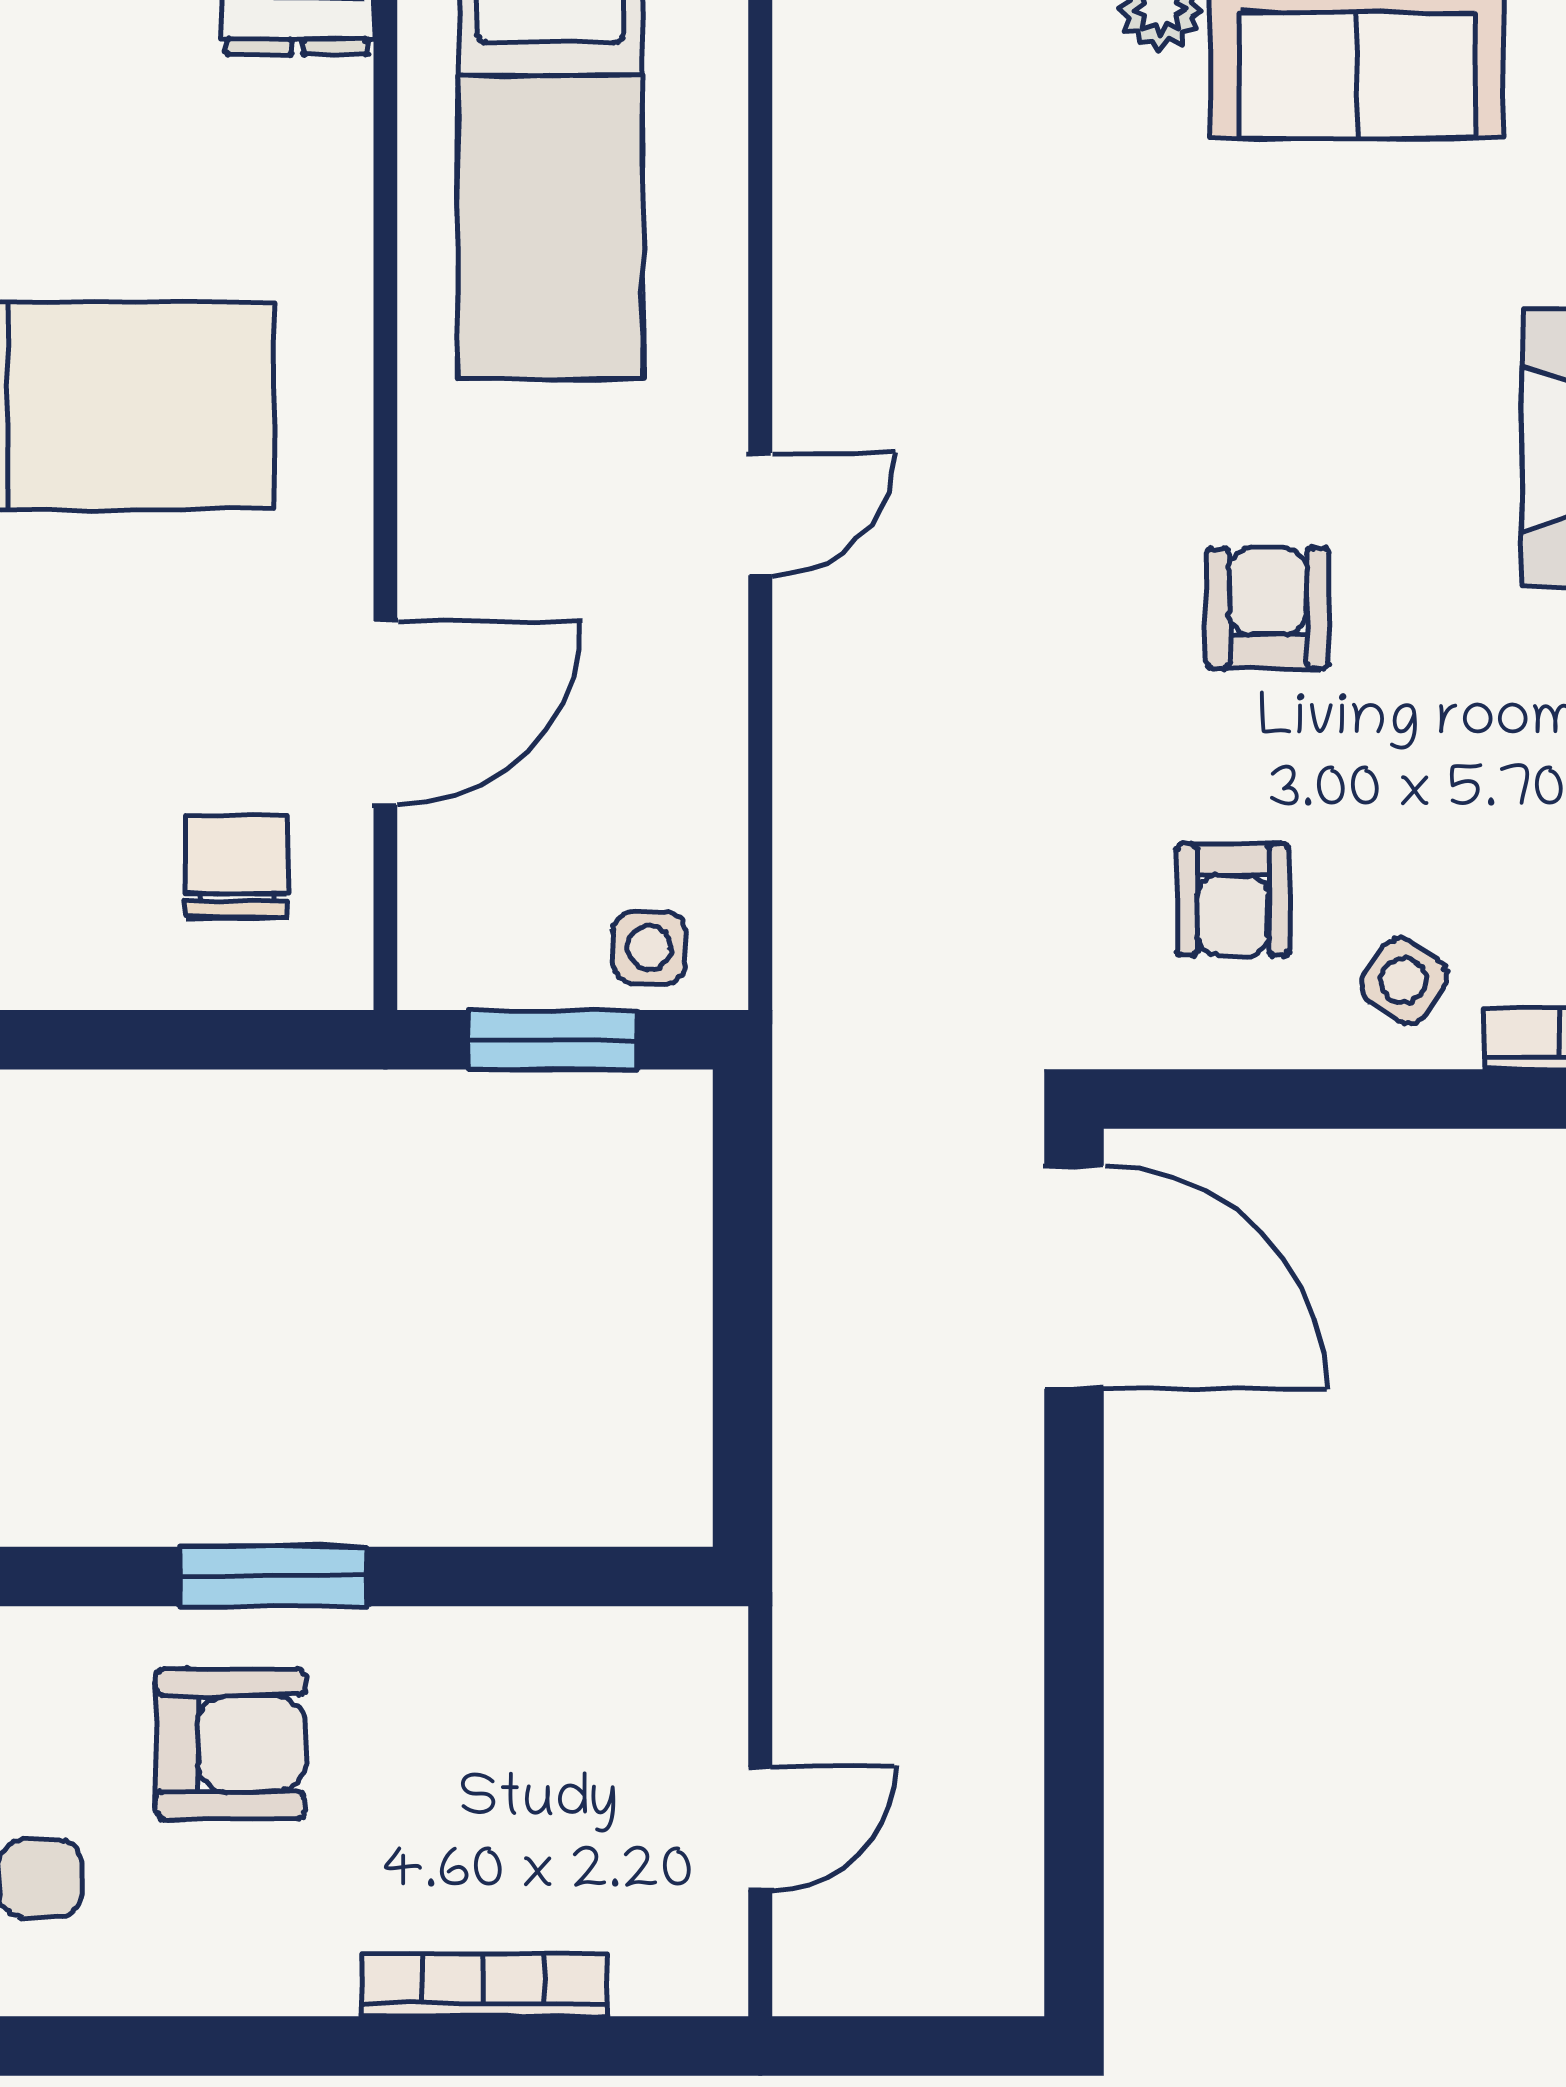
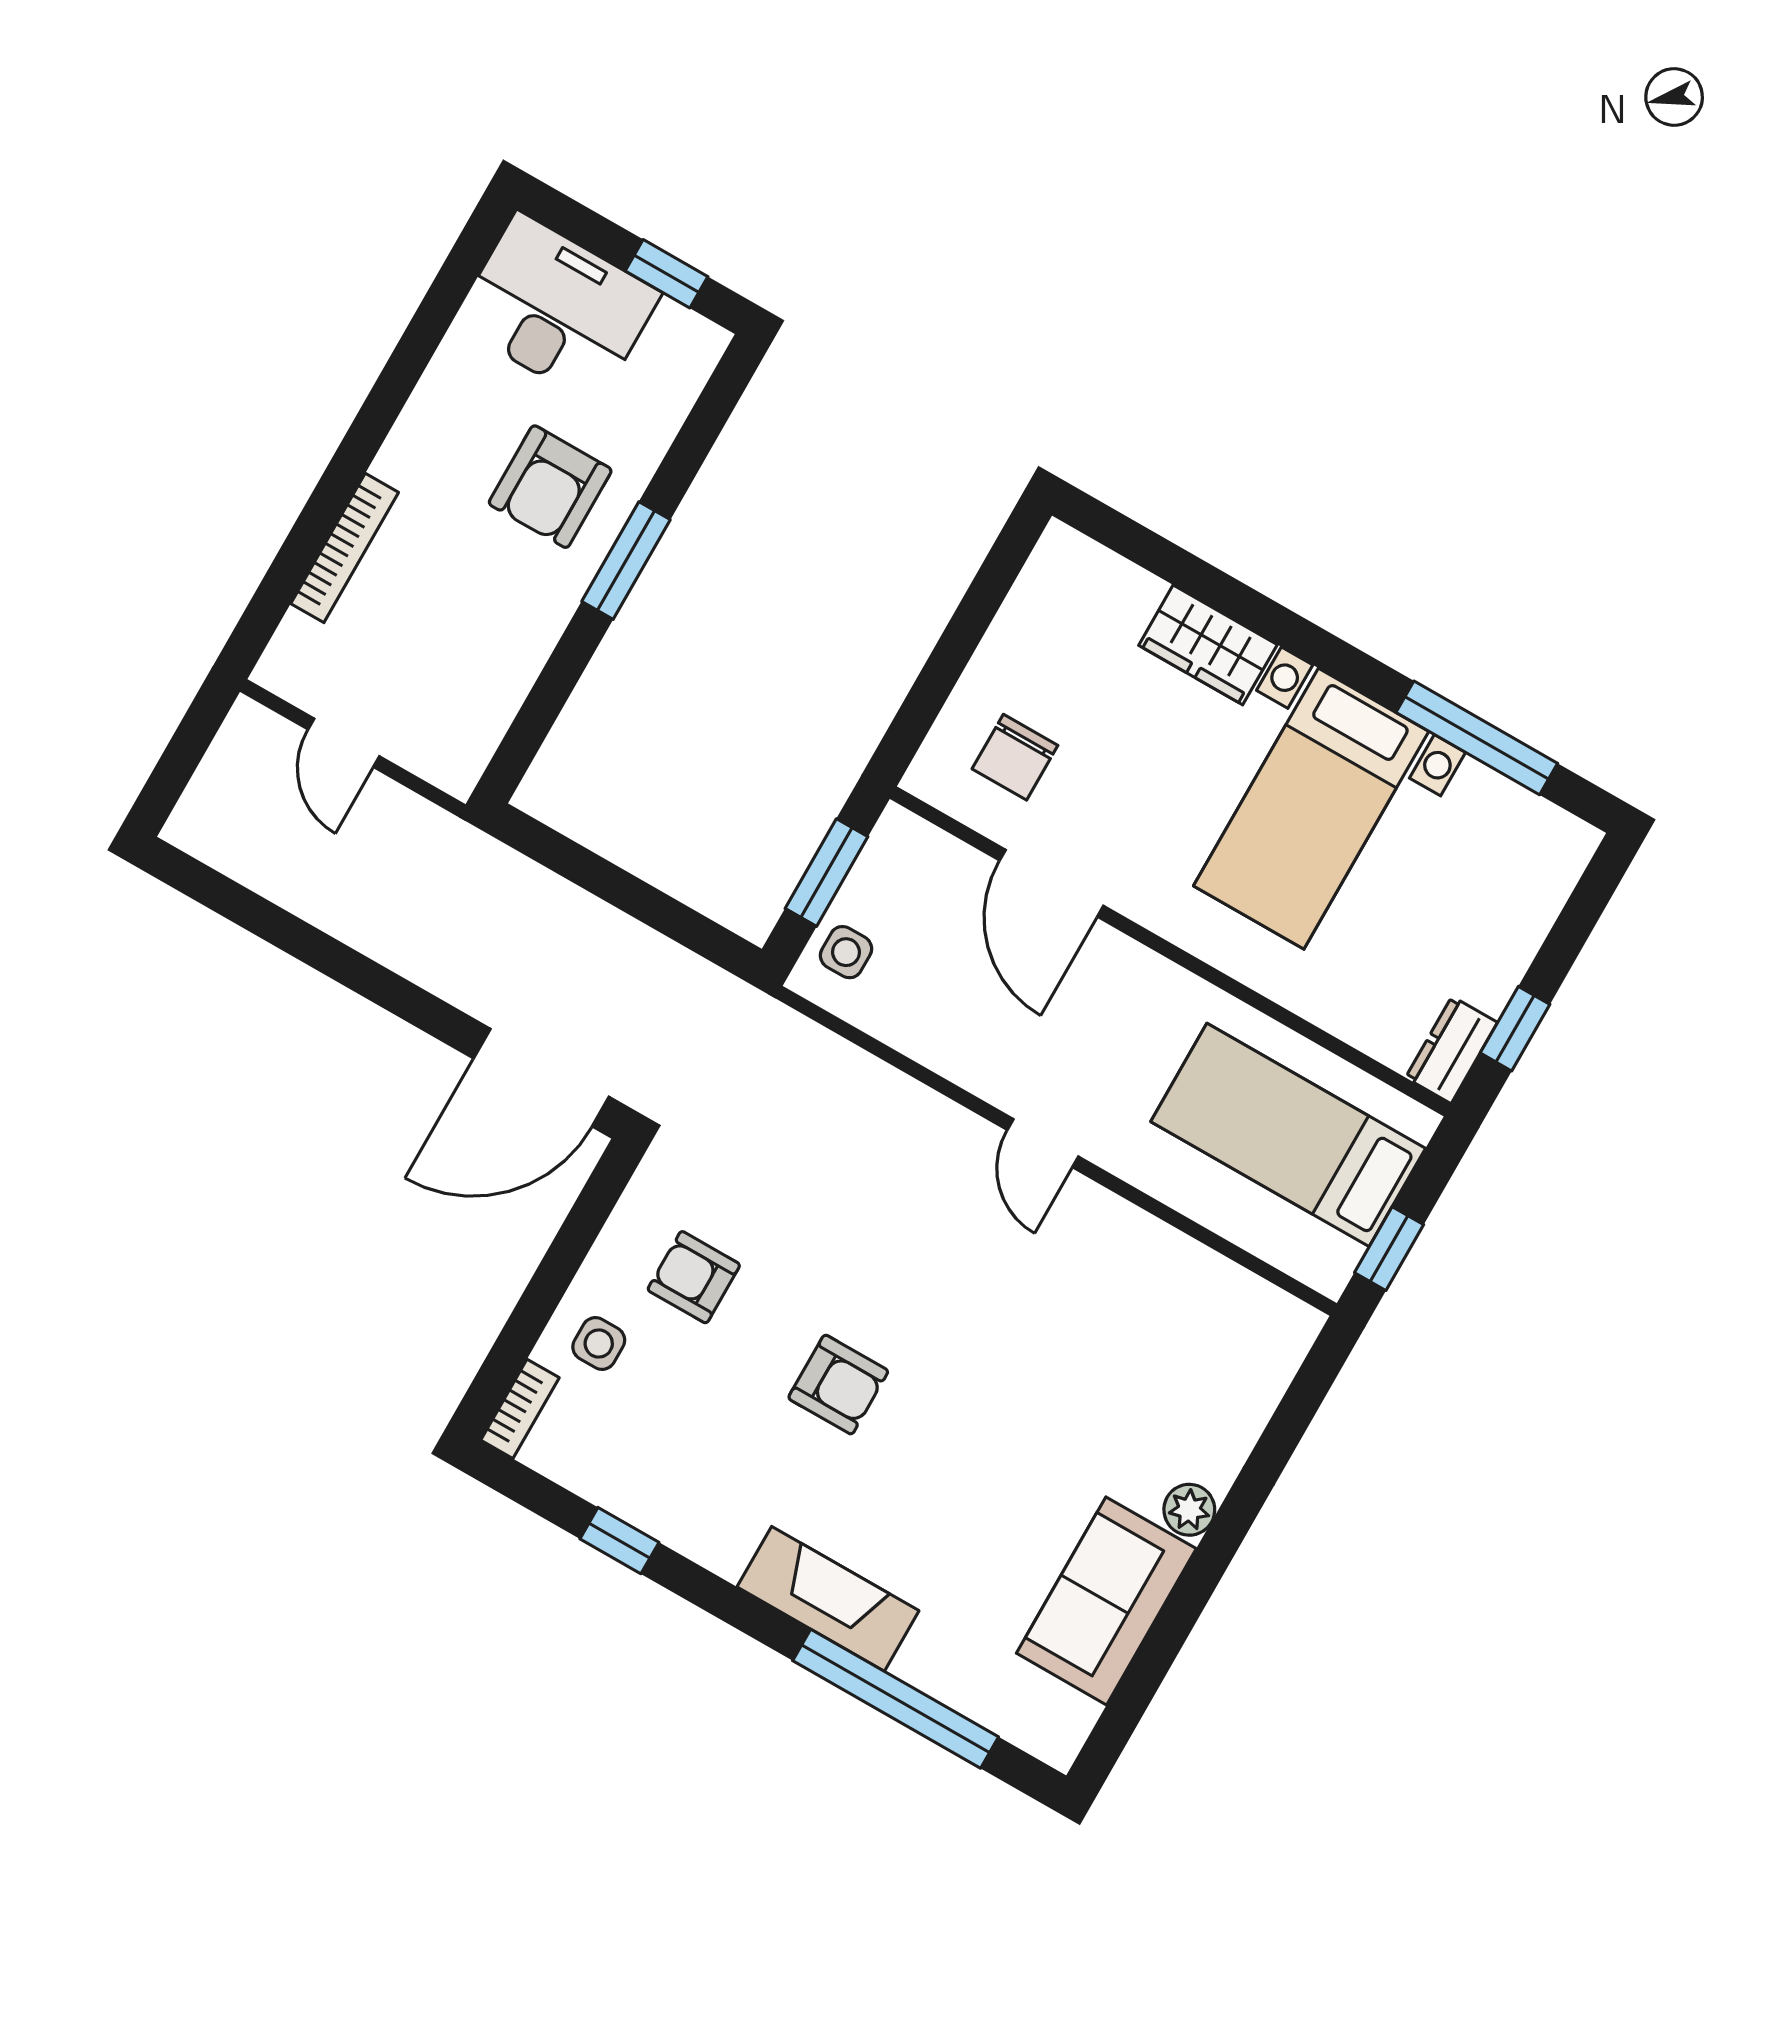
chair: (237, 867) -> (1015, 757), turned 90
side table: (1404, 980) -> (599, 1344), turned -34

